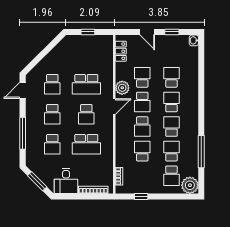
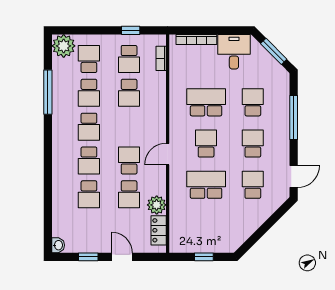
plant: (122, 88) -> (157, 205), moved
school desk: (142, 127) -> (129, 59), moved, turned 180

